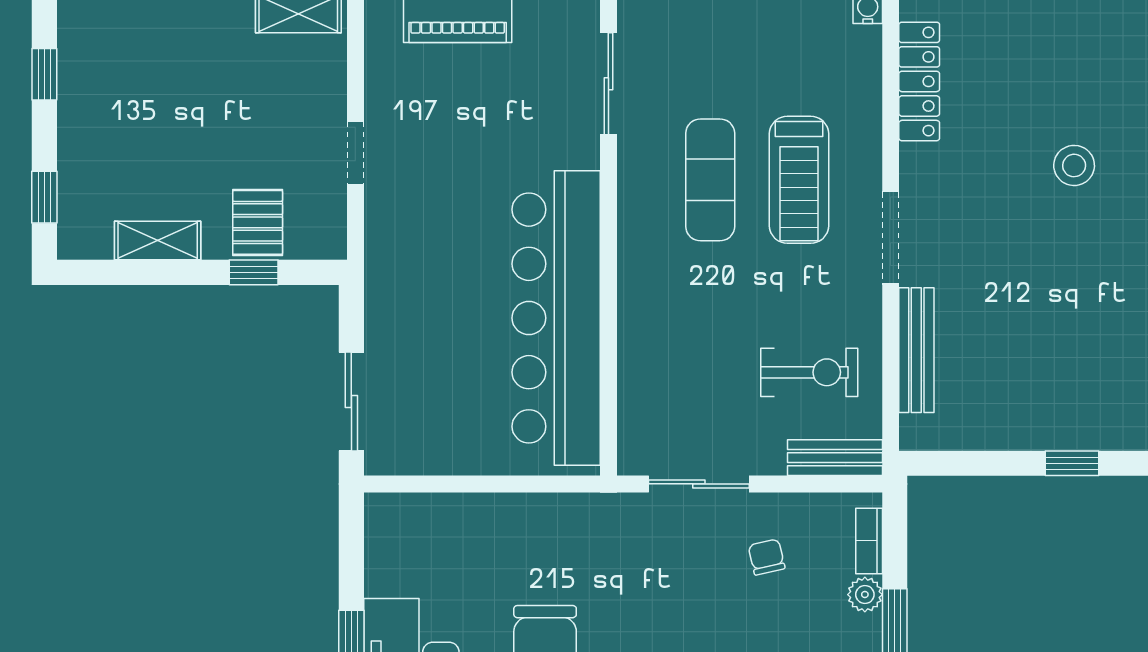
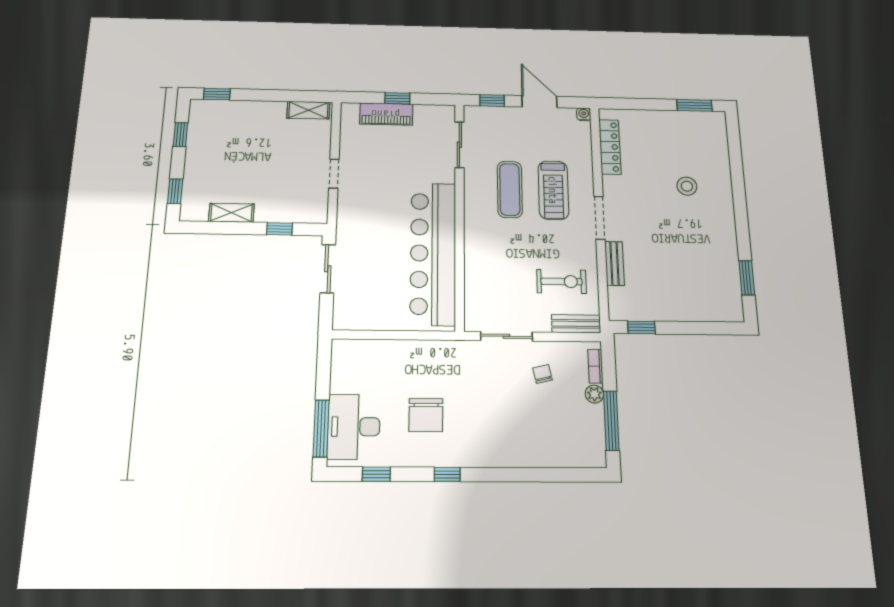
pallet: (258, 222) -> (283, 205), removed
bench: (916, 350) -> (614, 263), width x0.73
sliding door: (351, 402) -> (328, 269), moved
window: (1072, 463) -> (641, 327), moved

